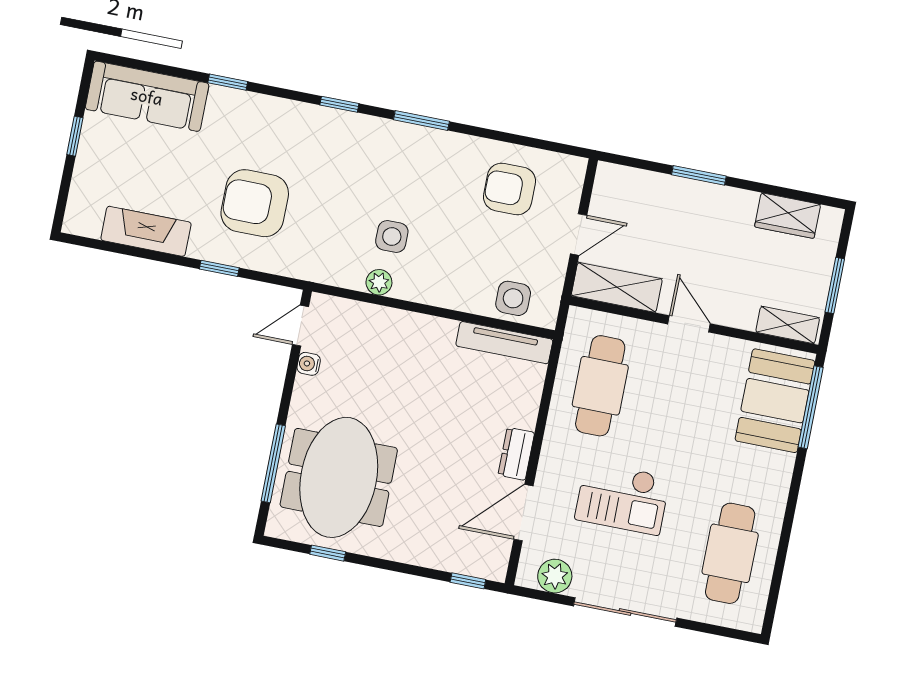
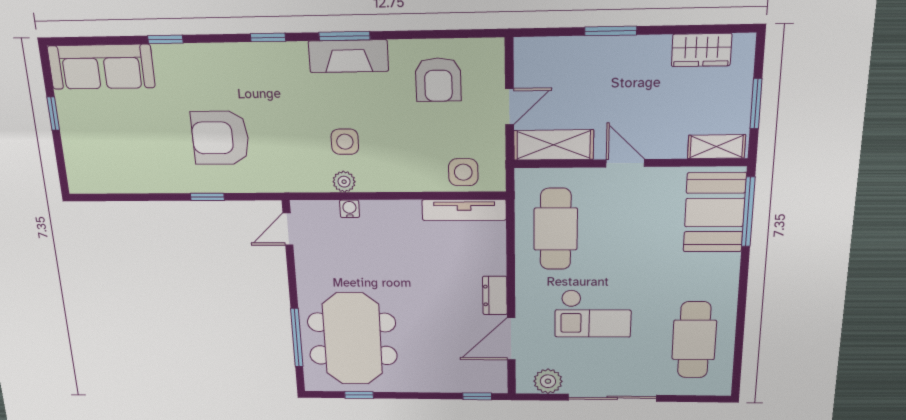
armchair: (509, 189) -> (438, 80), turned -90
fireplace: (146, 231) -> (348, 56), moved, turned 180
water cooler: (309, 364) -> (350, 209), moved, turned 90

